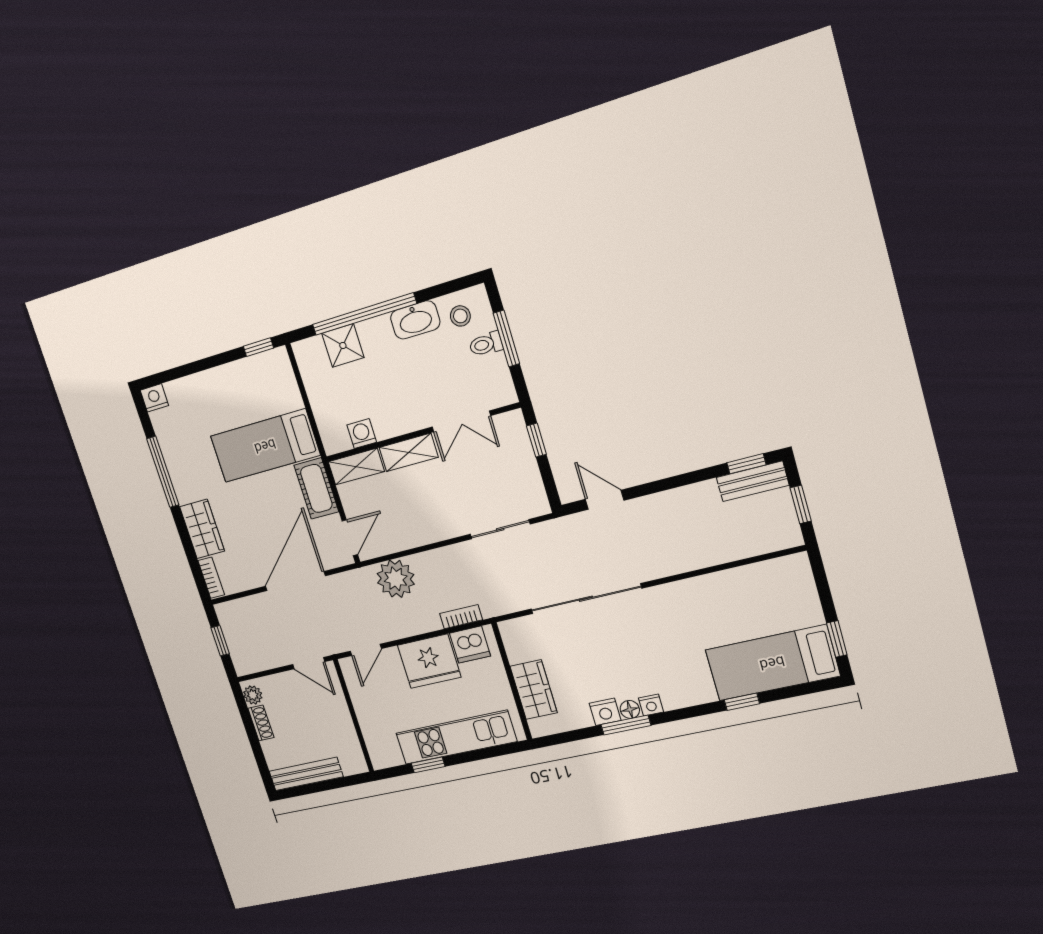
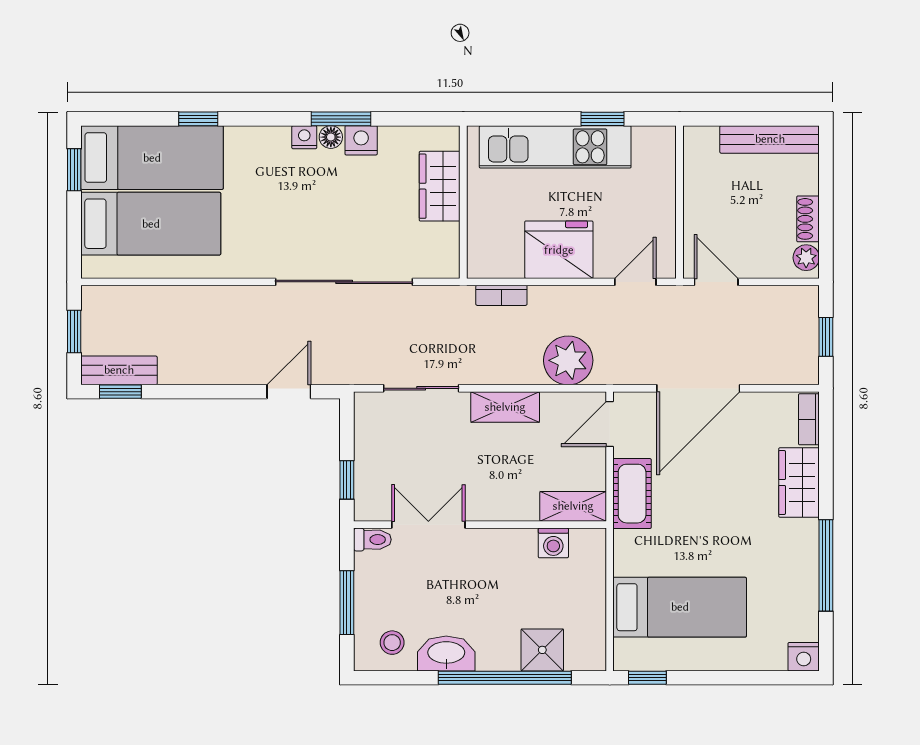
toilet: (486, 344) -> (372, 540), moved
bed: (265, 446) -> (680, 607), moved
shelving: (409, 452) -> (505, 407), moved
door: (605, 500) -> (289, 392), swing flipped
bed: (759, 609) -> (151, 224), added
dishwasher: (470, 645) -> (501, 259), removed

